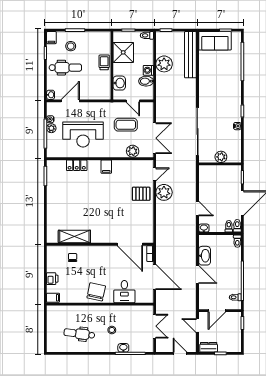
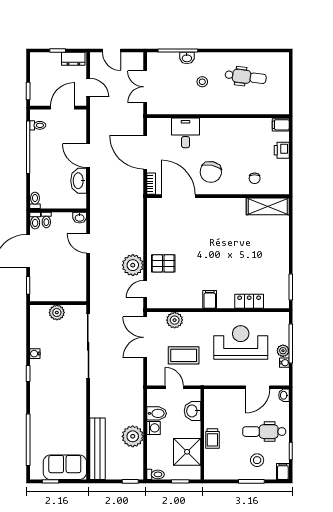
shelving: (74, 237) -> (268, 206), moved
chair: (96, 292) -> (211, 172), moved

